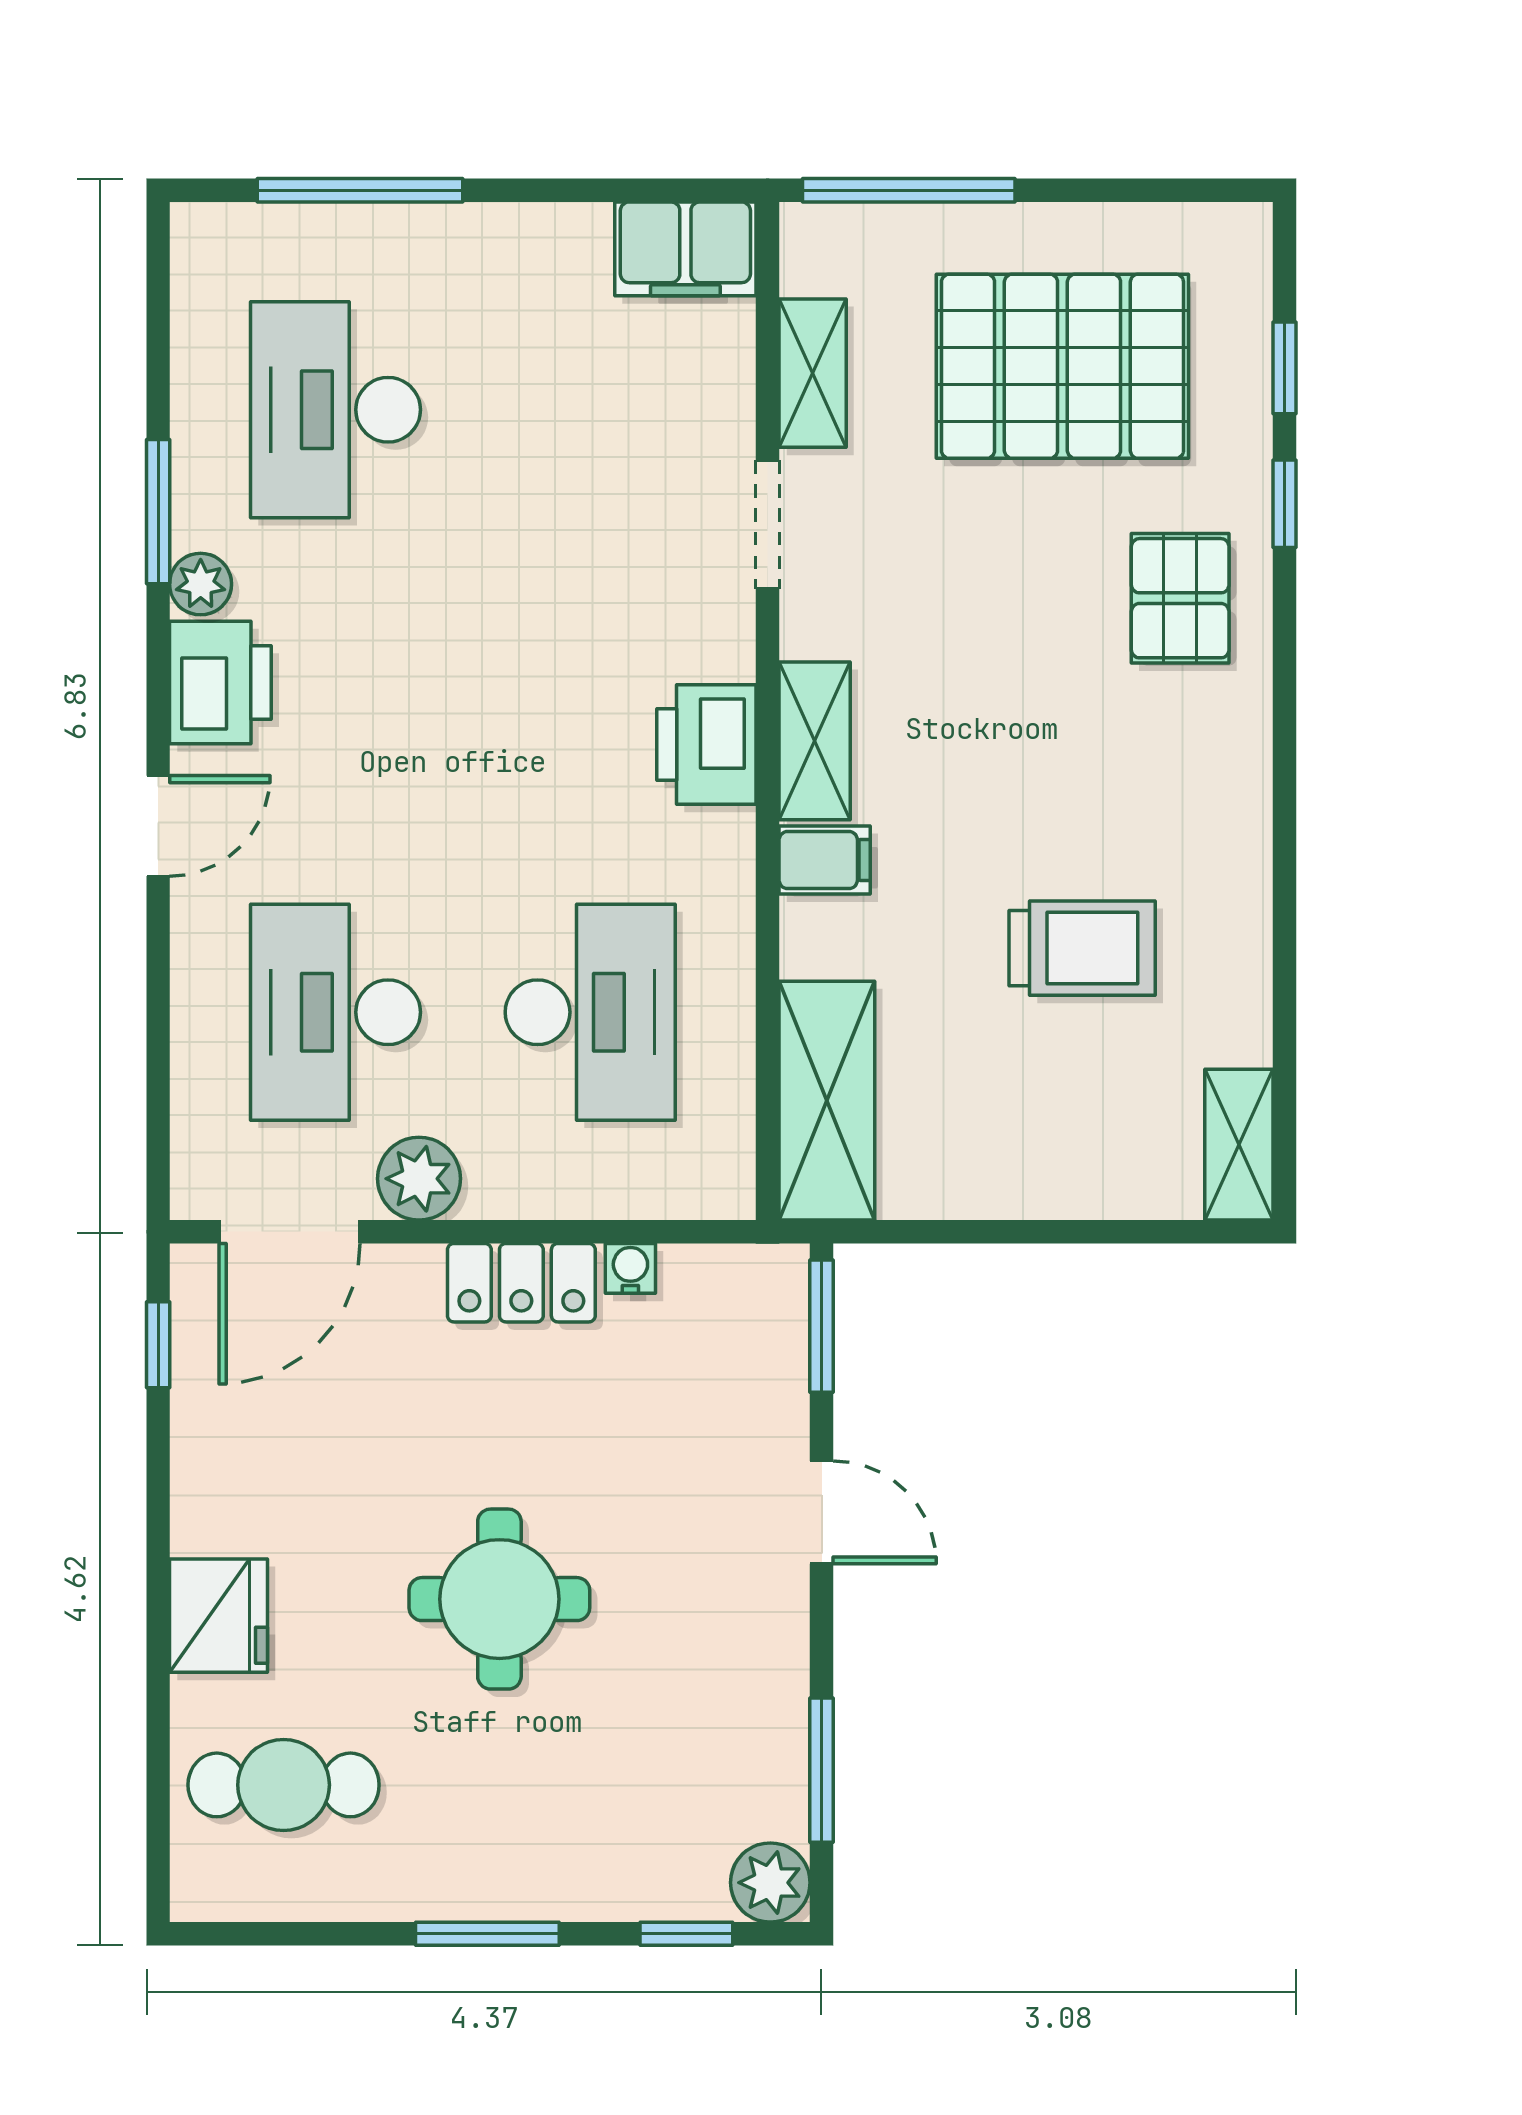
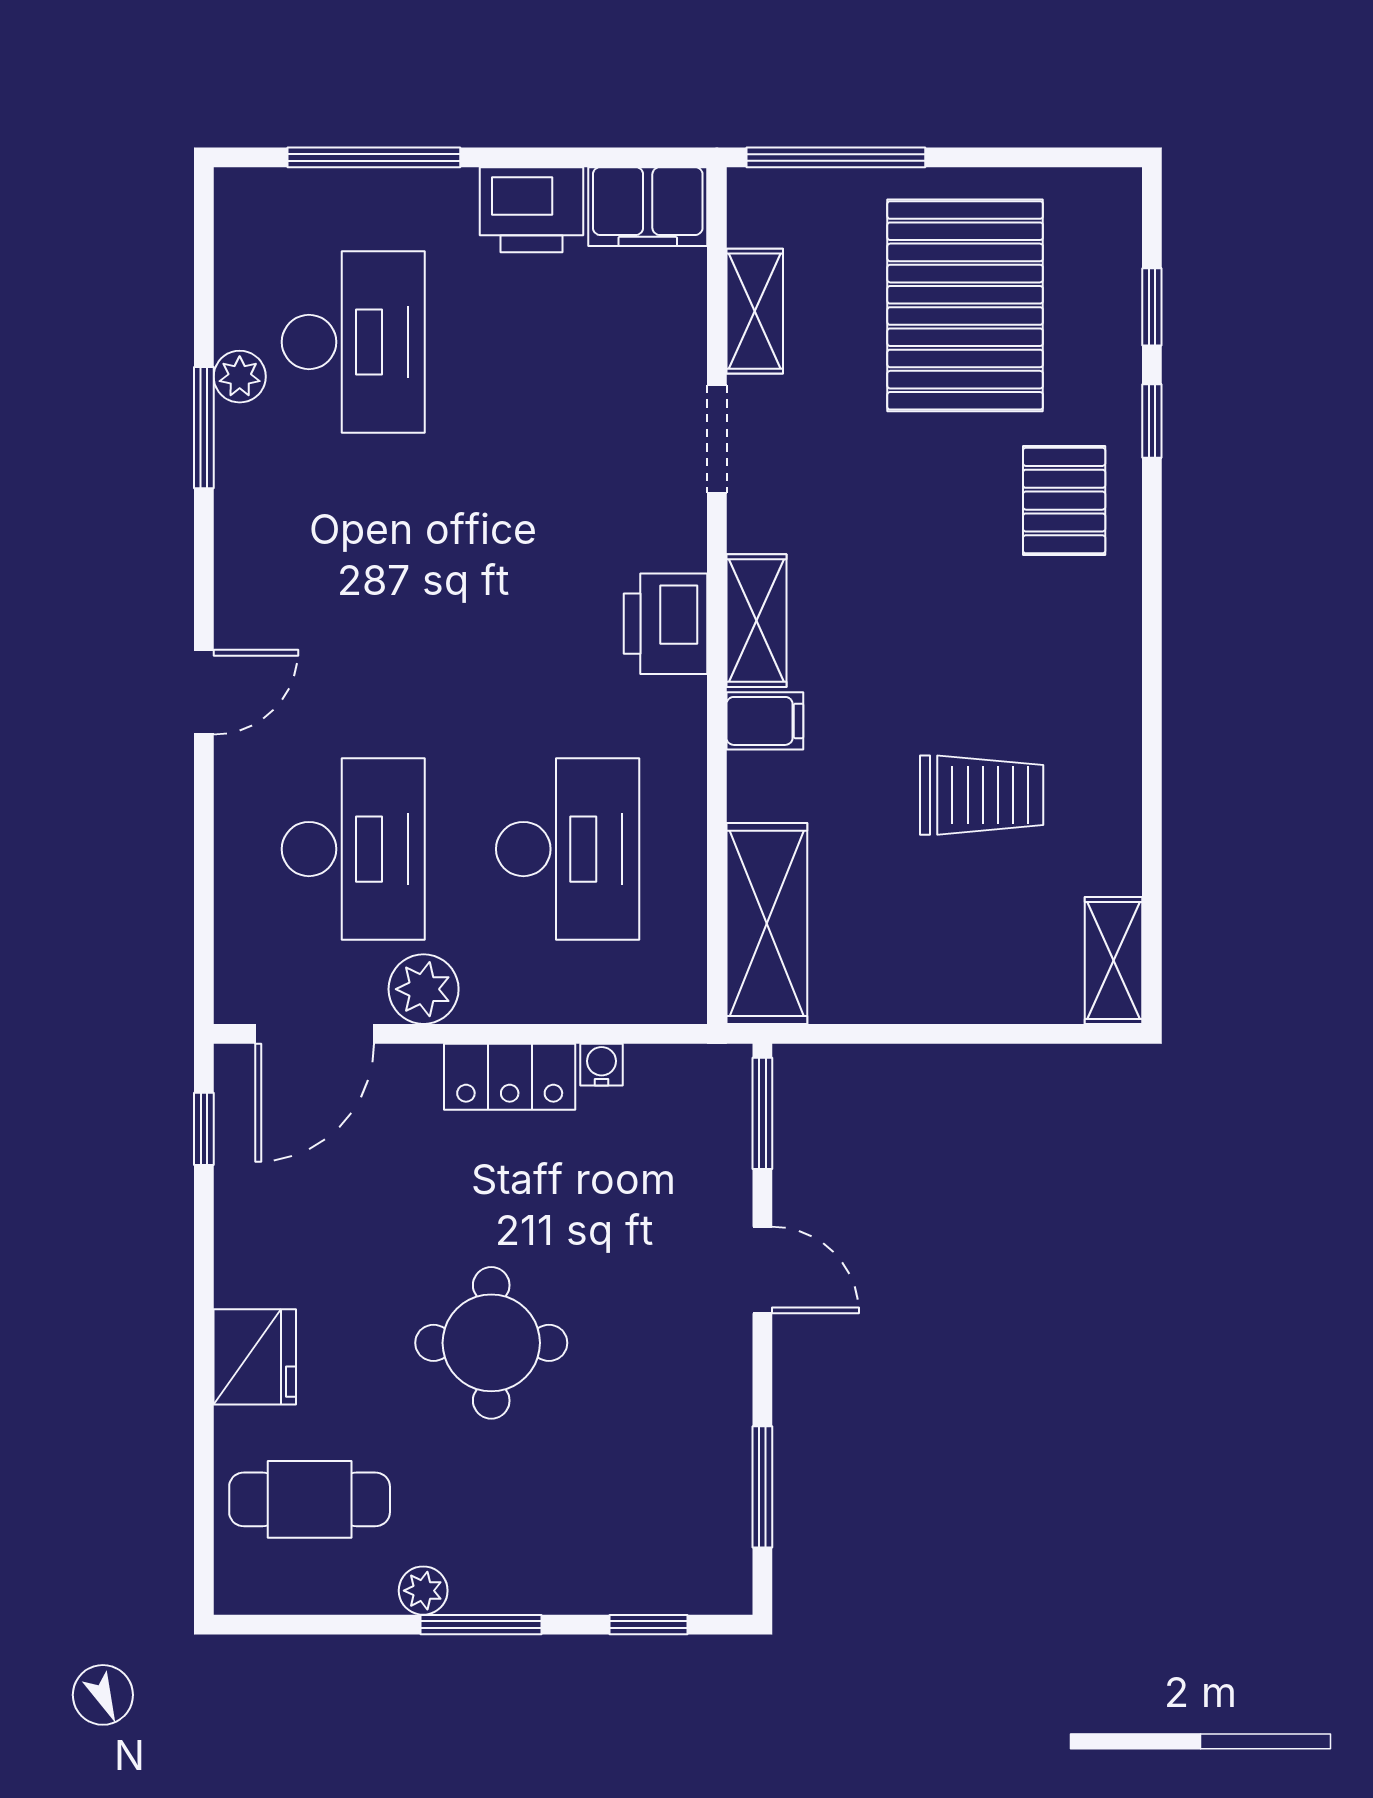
pallet: (1062, 366) -> (965, 305), turned 90
desk: (335, 410) -> (353, 342), turned 180
plant: (201, 584) -> (240, 377), moved
printer: (220, 682) -> (531, 210), moved, turned 90
desk: (335, 1012) -> (353, 849), turned 180
plant: (770, 1883) -> (423, 1591), moved, width x0.73, depth x0.73

